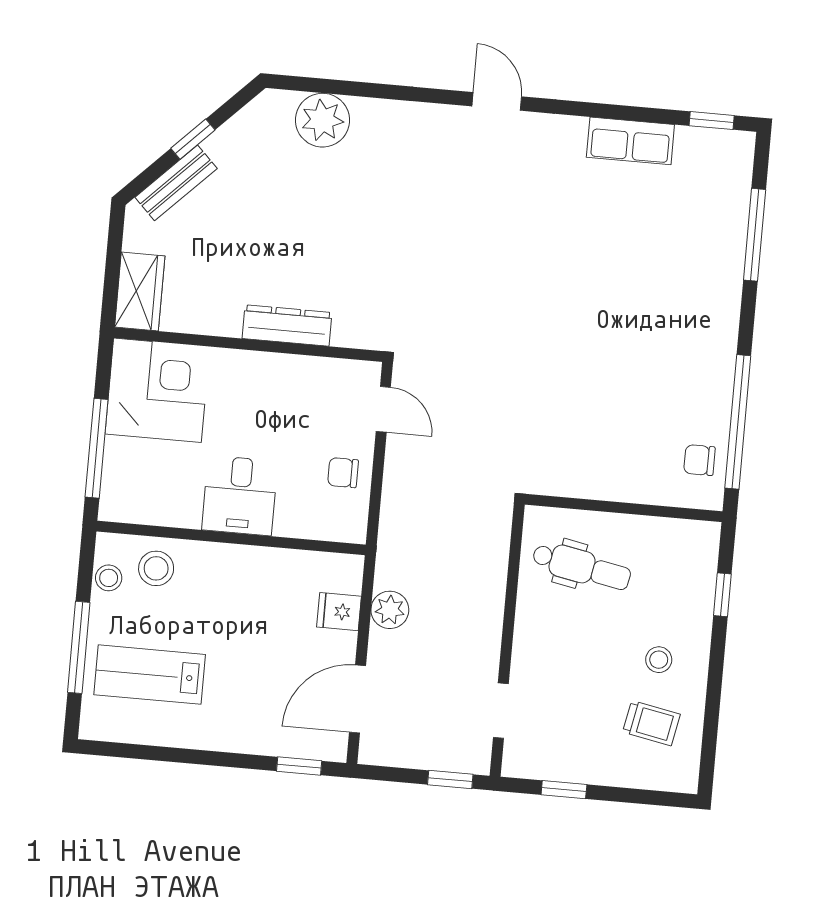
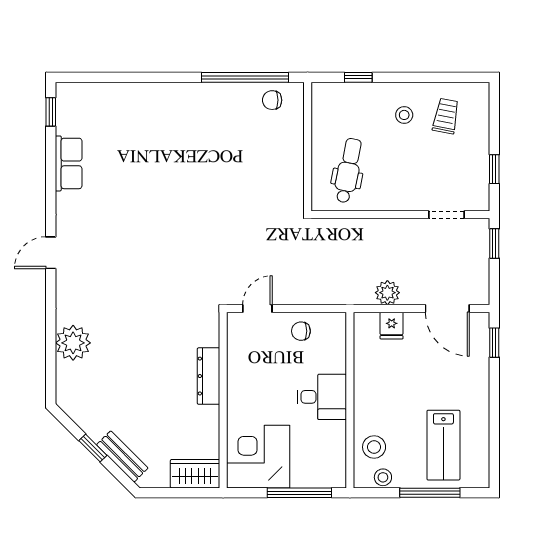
plant: (323, 120) -> (73, 343), moved
window: (755, 235) -> (122, 77), removed
chair: (699, 460) -> (272, 100), turned 90
chair: (343, 473) -> (301, 331), turned 90

